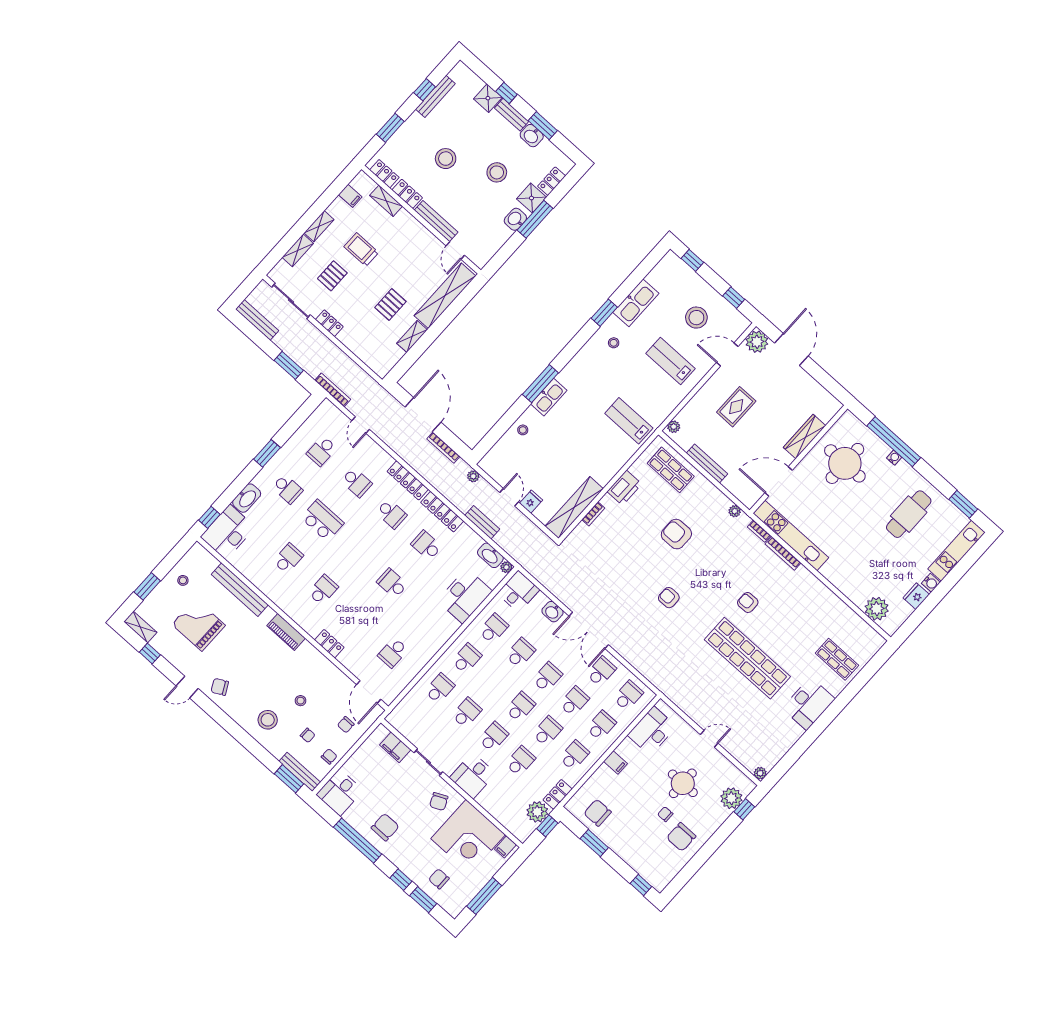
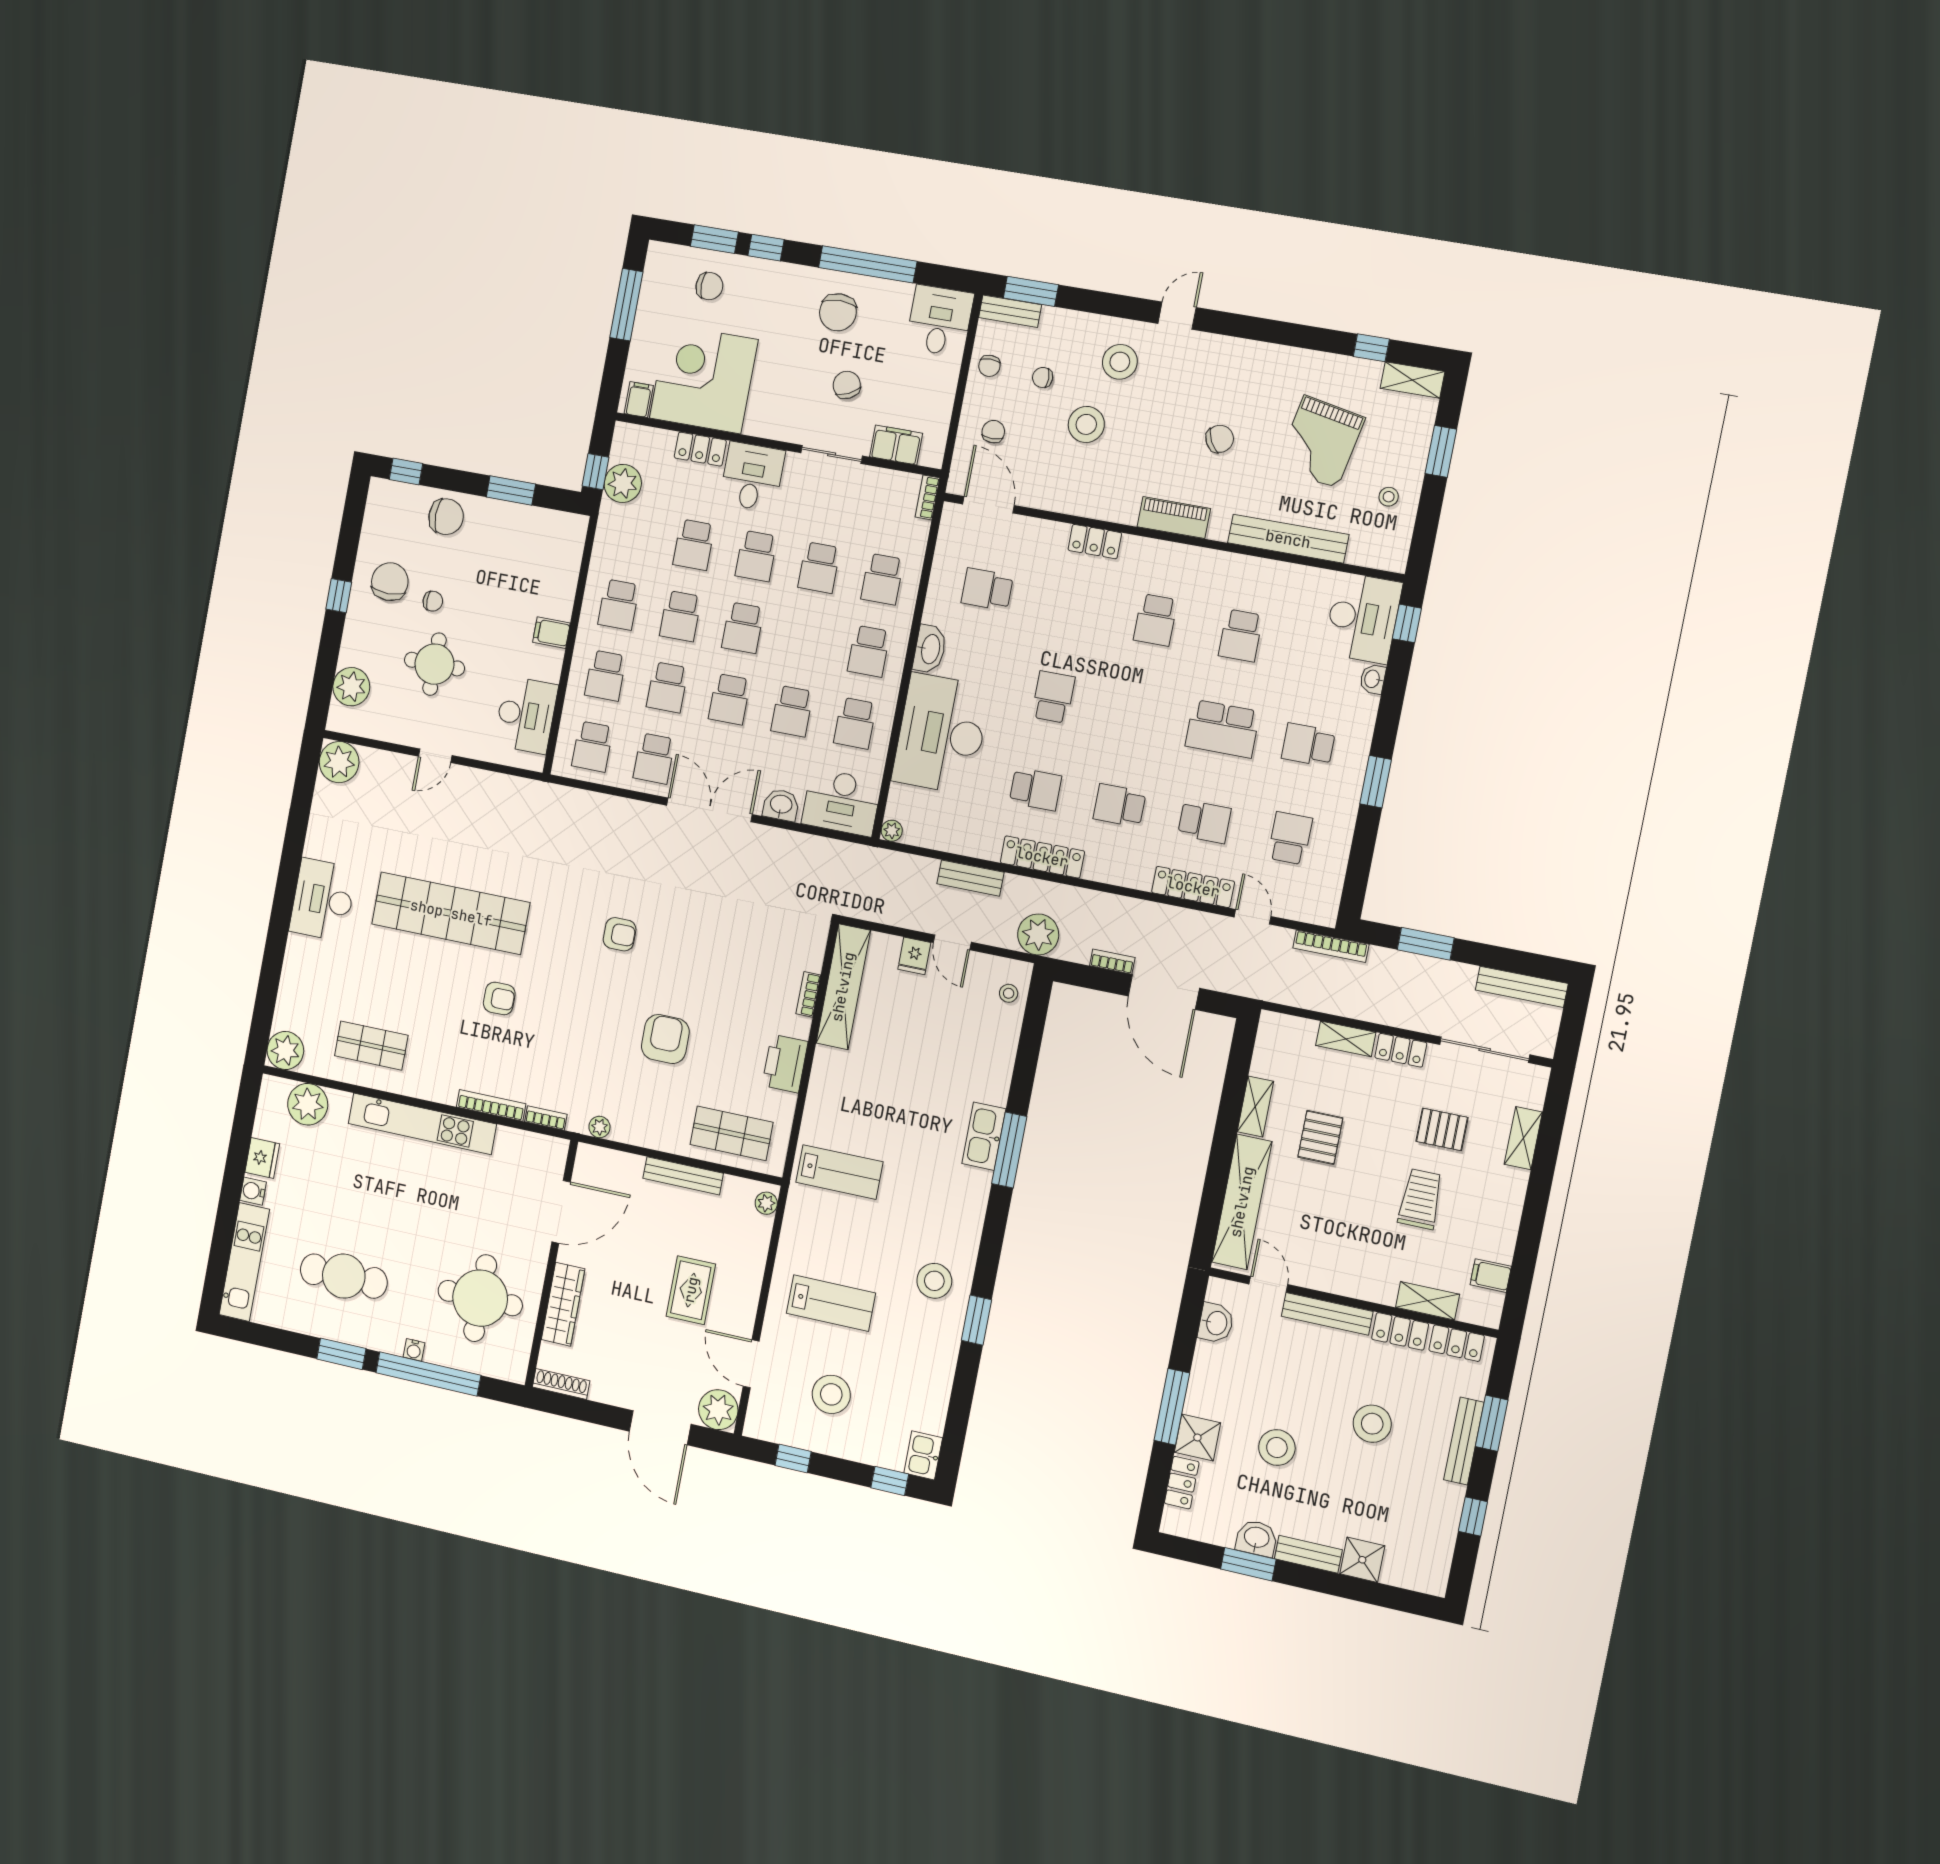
window: (506, 93) -> (1337, 1585), removed
bench: (435, 96) -> (1464, 1441), moved
washbasin: (515, 219) -> (1216, 1323), moved
shelving: (319, 226) -> (1346, 1039), moved, turned 90
trolley: (361, 249) -> (1420, 1199), turned -90
pallet: (332, 276) -> (1442, 1129), turned 90
kitchen sink: (636, 303) -> (923, 1455), moved, width x0.53, depth x0.81
stool: (614, 343) -> (934, 1281), width x1.89, depth x1.89
door: (727, 354) -> (751, 1364), swing flipped
shoe rack: (829, 399) -> (561, 1384), added
stool: (523, 430) -> (1009, 993), moved
bookcase: (443, 448) -> (1112, 962), width x0.64
plant: (473, 476) -> (1038, 934), width x1.88, depth x1.88
locker: (408, 480) -> (1193, 887), moved
school desk: (357, 482) -> (1204, 822), turned 180
washbasin: (247, 498) -> (1373, 679), width x0.52, depth x0.69
window: (963, 504) -> (341, 1354), moved
cafe table: (909, 514) -> (344, 1276), turned 90
armchair: (676, 534) -> (665, 1039), turned -90
kitchen unit: (791, 536) -> (422, 1124), moved
washbasin: (490, 555) -> (930, 649), moved, turned 90
school desk: (392, 583) -> (1053, 697), turned -90
desk: (518, 592) -> (841, 802), width x1.37
desk: (465, 596) -> (941, 734), width x1.36, depth x1.30
grand piano: (198, 625) -> (1320, 442), turned 101
plant: (872, 642) -> (285, 1050), added
school desk: (393, 653) -> (987, 589), turned -90
shop shelf: (837, 659) -> (371, 1045), moved
door: (187, 687) -> (1177, 316), moved
chair: (220, 687) -> (1220, 439), moved
stool: (301, 701) -> (1086, 424), width x1.89, depth x1.89
bookcase: (395, 713) -> (928, 497), added
bench: (300, 772) -> (1010, 311), width x0.73
plant: (760, 773) -> (339, 762), width x1.87, depth x1.87
locker: (558, 794) -> (700, 449), moved, turned 90
chair: (439, 801) -> (847, 385), moved
window: (744, 809) -> (339, 596), moved
chair: (598, 813) -> (446, 517), moved

